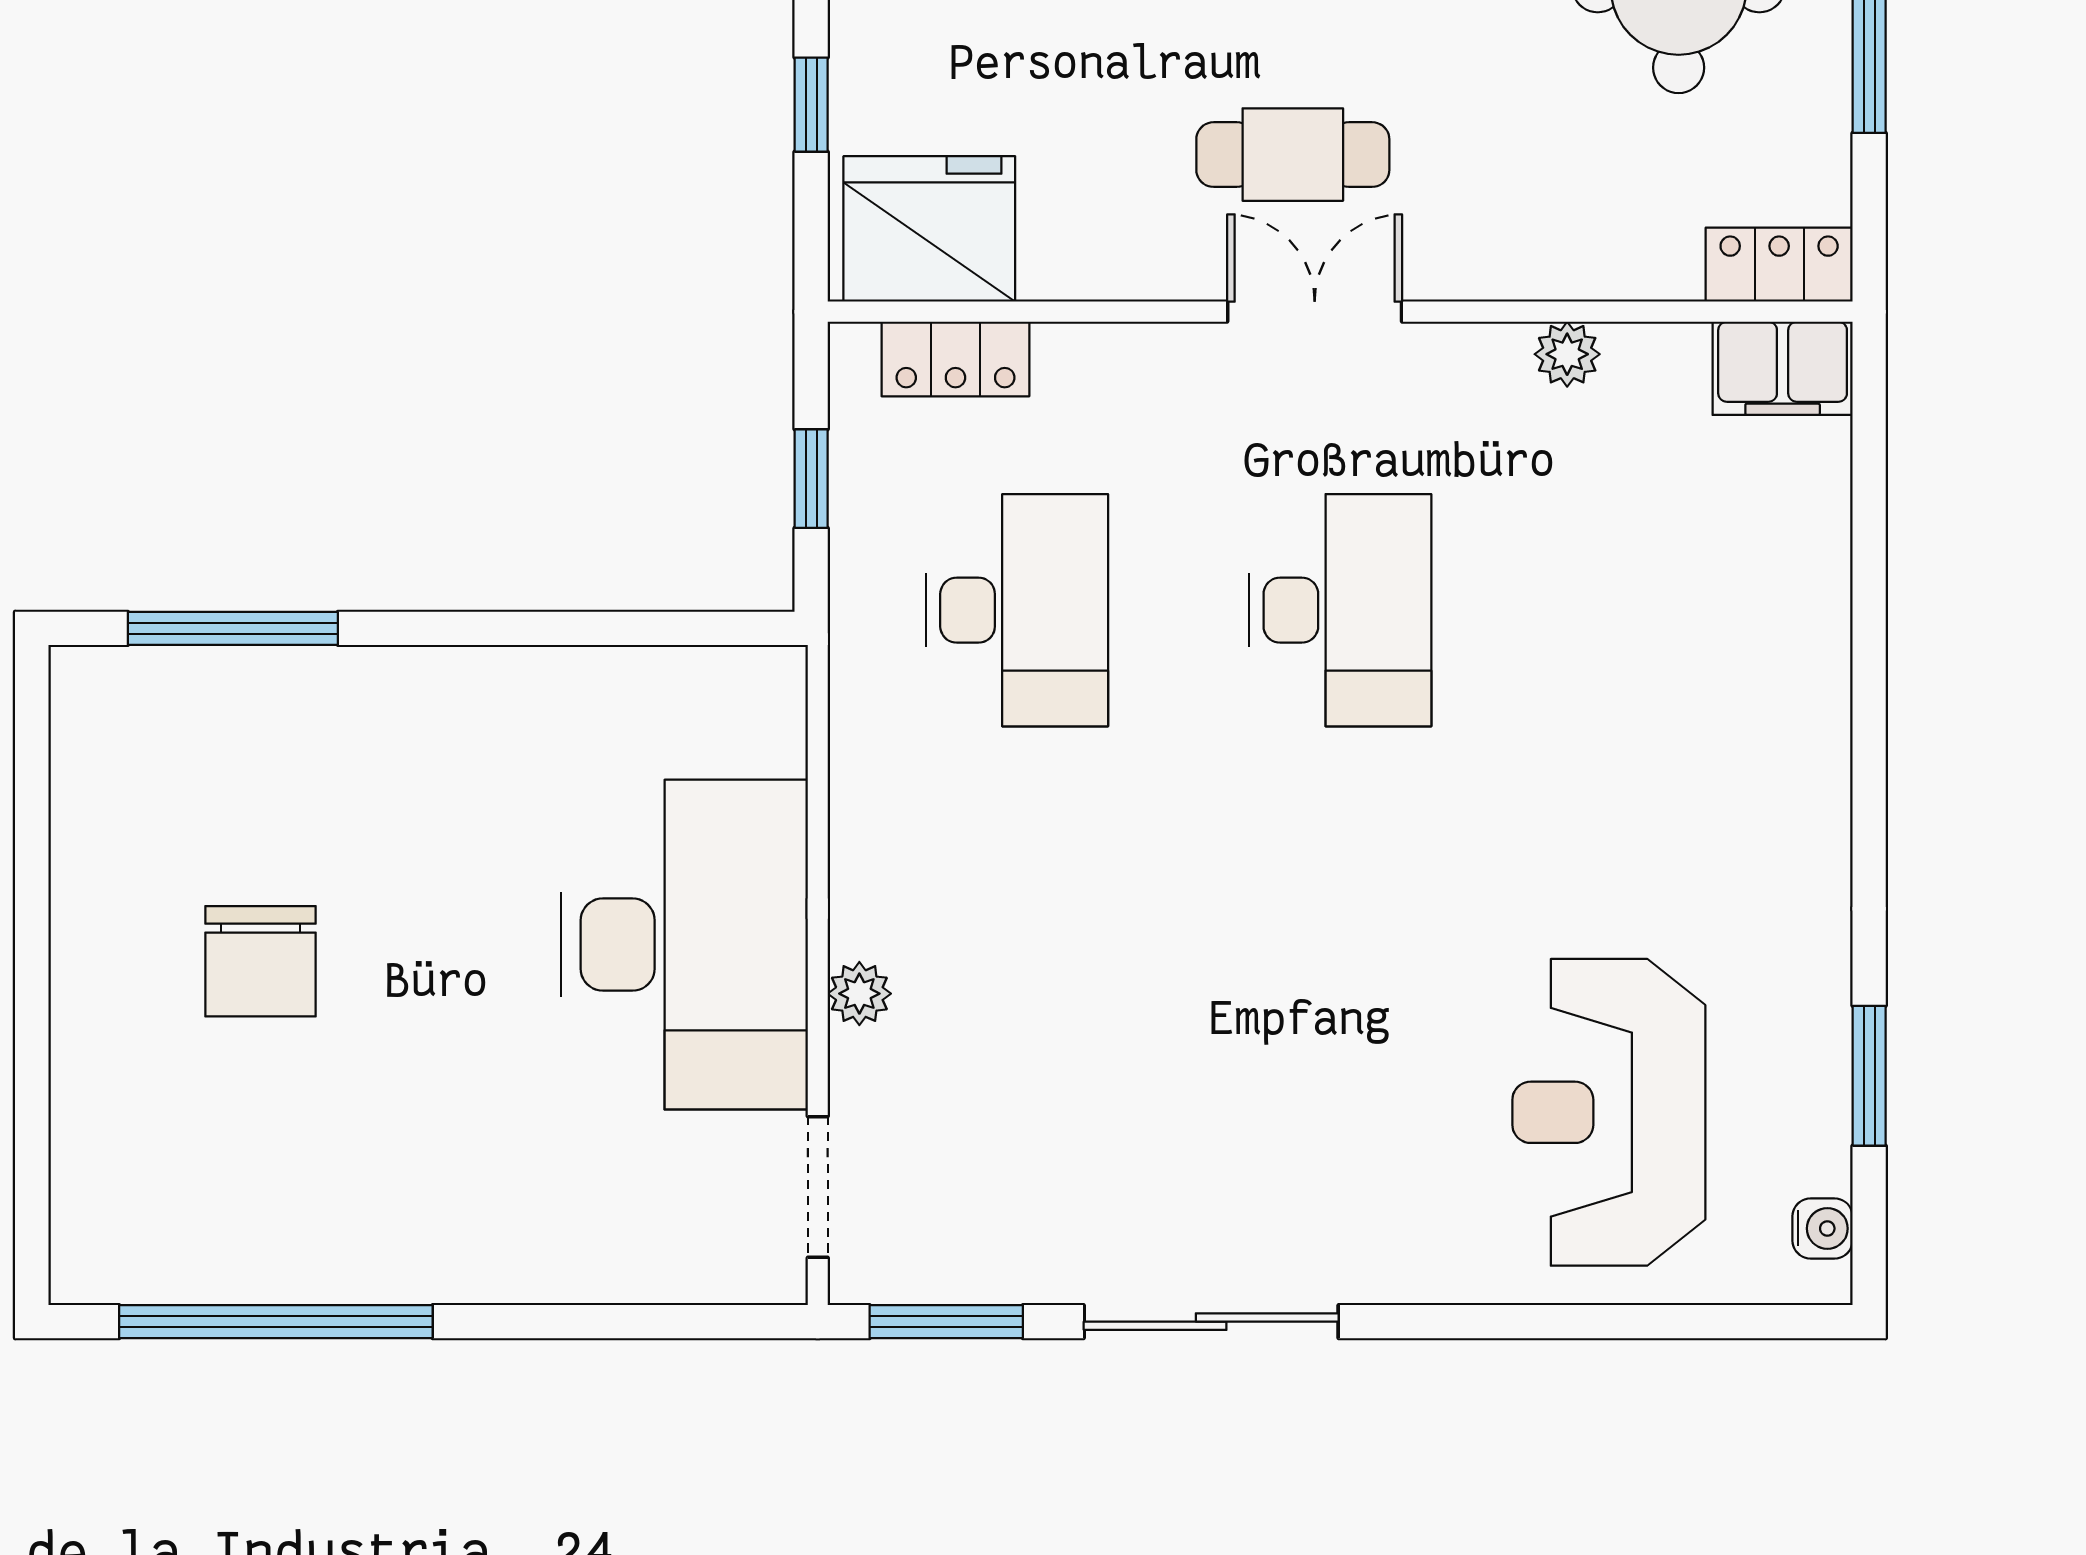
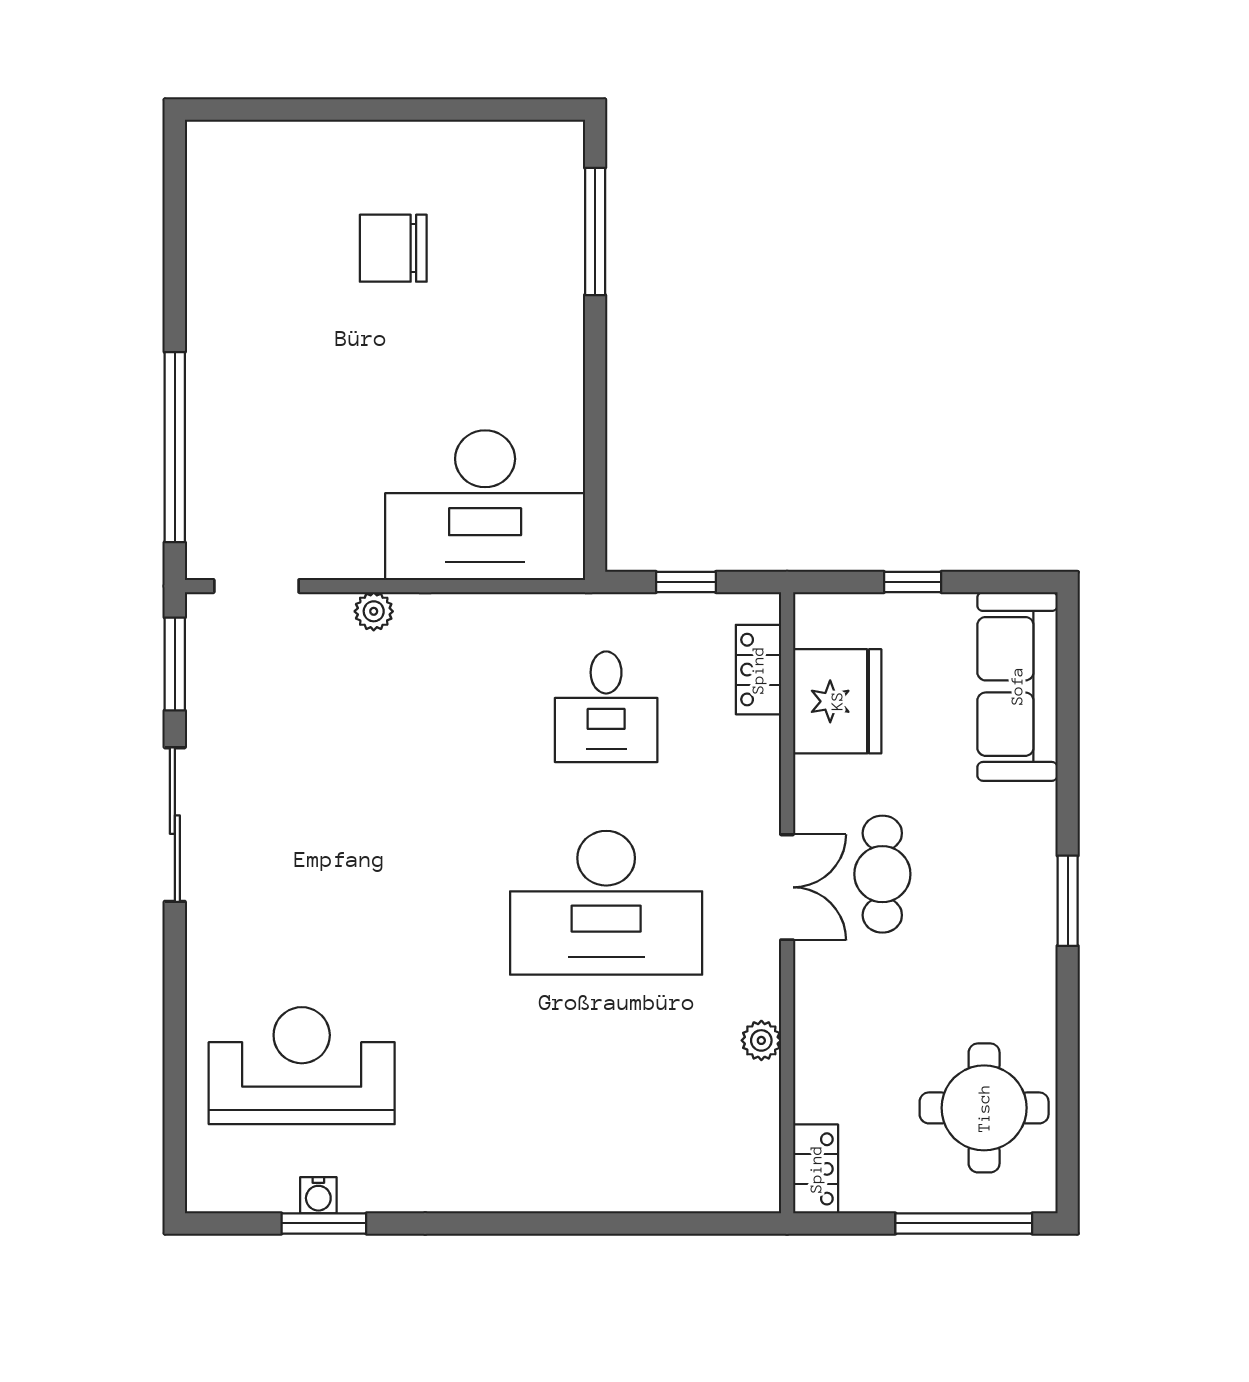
fridge: (929, 229) -> (837, 701), moved
filing cabinet: (1783, 368) -> (753, 1171), removed
desk: (1017, 610) -> (606, 707), width x0.73
desk: (1340, 610) -> (606, 903), width x1.36, depth x1.30
desk: (684, 945) -> (485, 505), moved
water cooler: (1823, 1228) -> (318, 1195), moved
window: (276, 1322) -> (175, 447), moved

